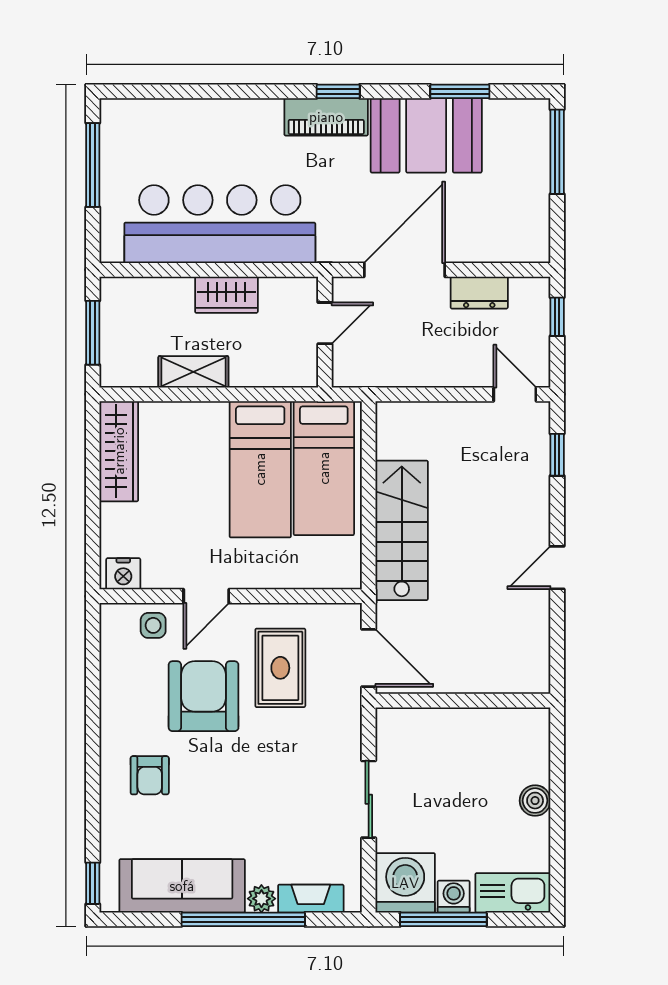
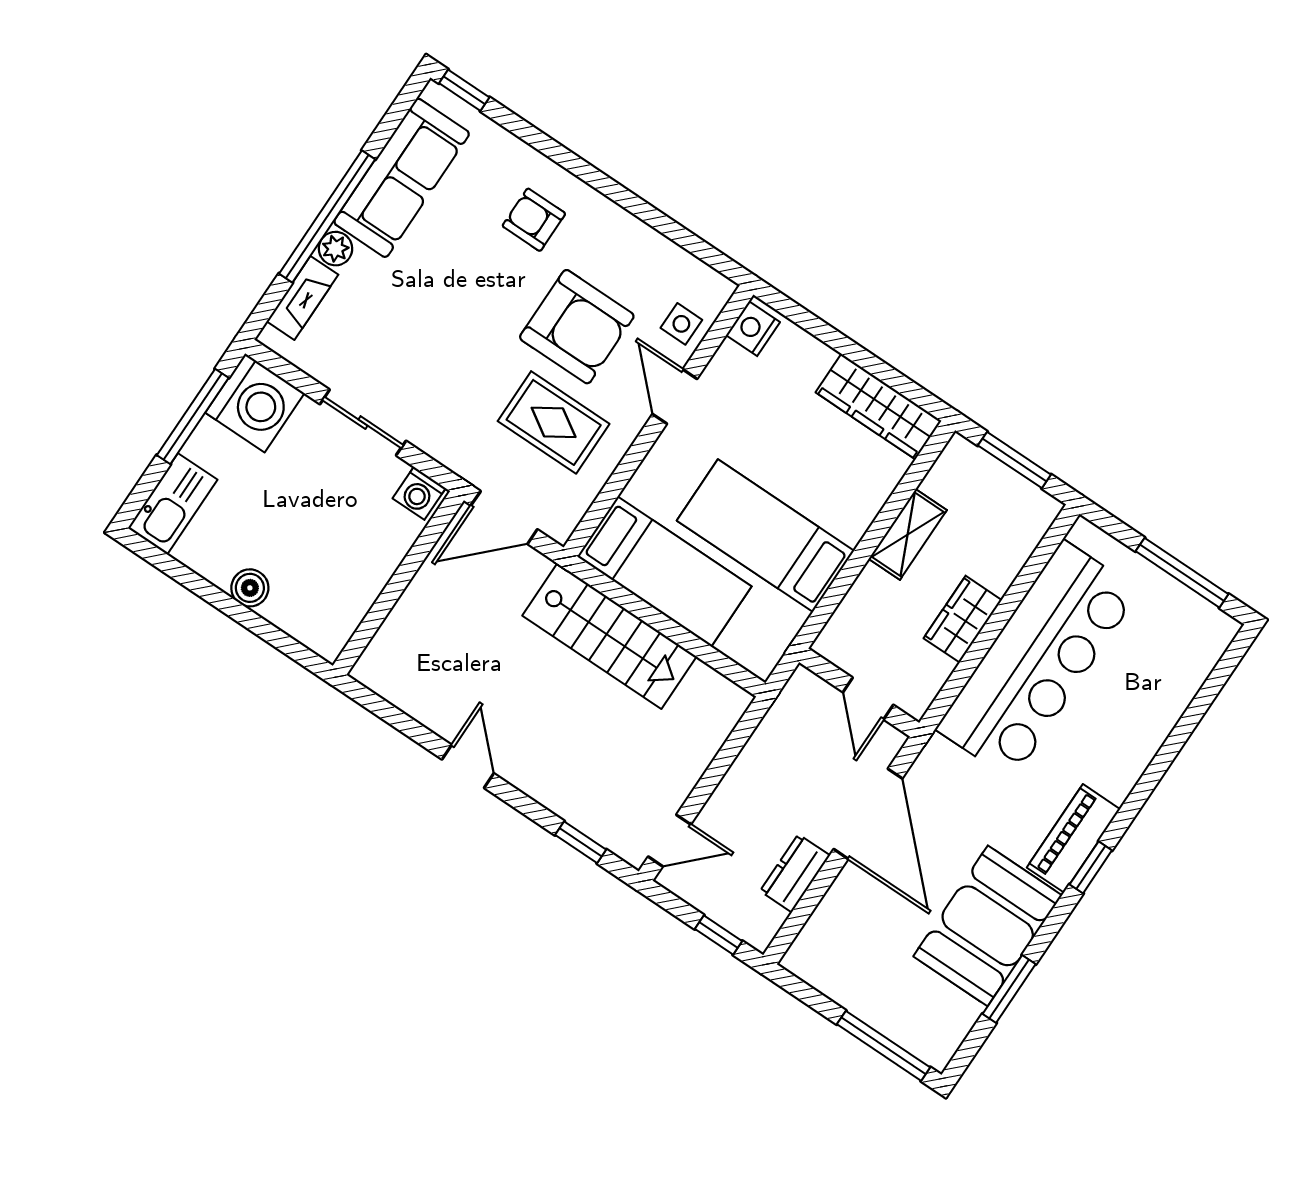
bed: (324, 468) -> (664, 572), moved, turned 180
washing machine: (454, 897) -> (419, 493), moved, turned 90

